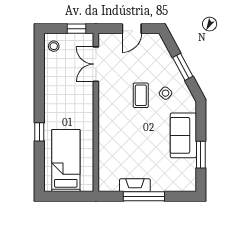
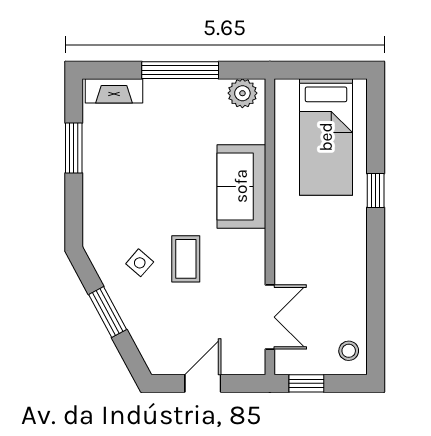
sofa: (183, 135) -> (241, 186), moved, turned 180
plant: (111, 184) -> (242, 93), added
fireplace: (135, 185) -> (114, 91), moved

